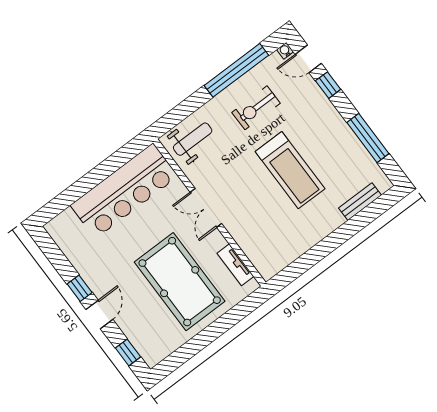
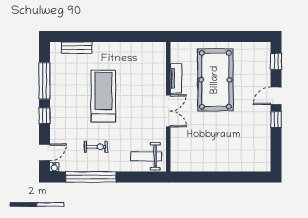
door: (308, 59) -> (44, 152), hinge flipped
window: (328, 85) -> (44, 116), moved
exercise bike: (256, 108) -> (96, 147), width x0.73, depth x0.72
bar counter: (124, 191) -> (208, 156), removed
tv unit: (235, 265) -> (176, 78), moved

